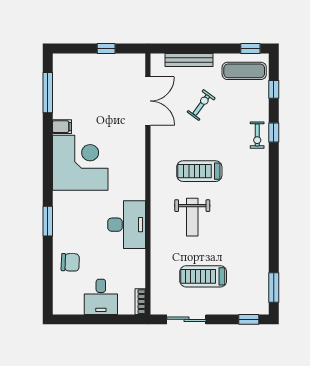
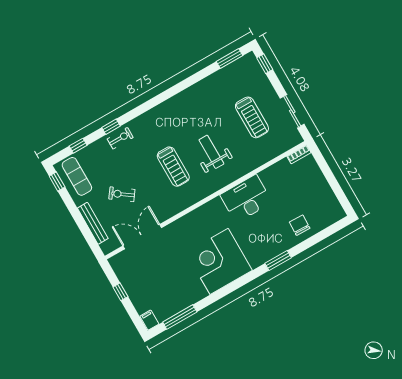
filing cabinet: (62, 127) -> (149, 320), moved
weight bench: (192, 217) -> (211, 152), turned -90
desk: (101, 297) -> (313, 187), removed

